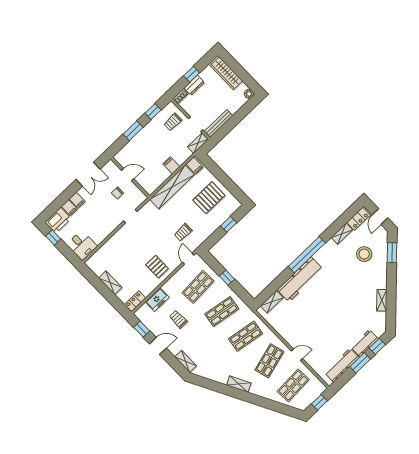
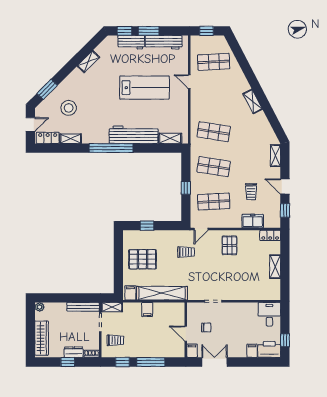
window: (133, 131) -> (151, 362), width x1.44
filing cabinet: (77, 200) -> (192, 351), moved
lab bench: (324, 320) -> (144, 88), added
shop shelf: (269, 361) -> (214, 97), removed

